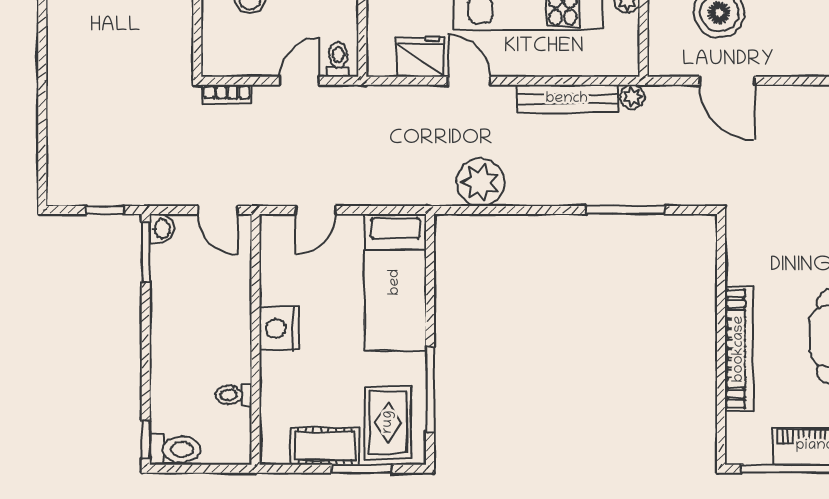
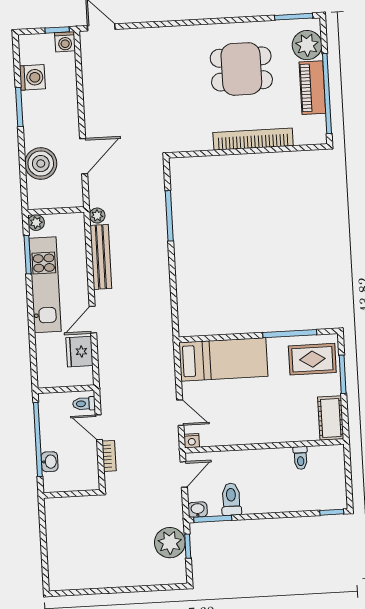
bookcase: (227, 94) -> (109, 456), moved
plant: (480, 182) -> (170, 543), moved
nightstand: (279, 328) -> (192, 441), moved, width x0.53, depth x0.56
cot: (325, 446) -> (331, 418), moved
toilet: (175, 449) -> (231, 499), moved

